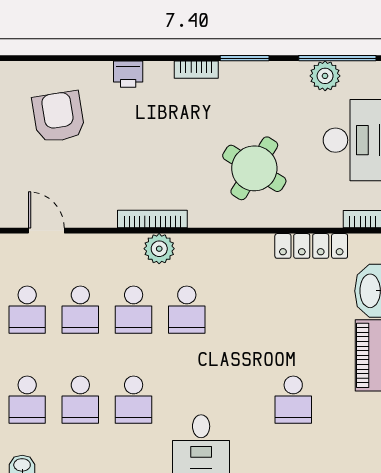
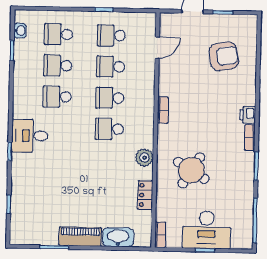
printer: (128, 74) -> (248, 115), moved
plant: (325, 76) -> (245, 213), removed
bookcase: (152, 219) -> (163, 110), width x0.64
locker: (311, 246) -> (145, 195), width x0.66
plant: (159, 249) -> (144, 158), moved
school desk: (293, 400) -> (55, 190), removed

